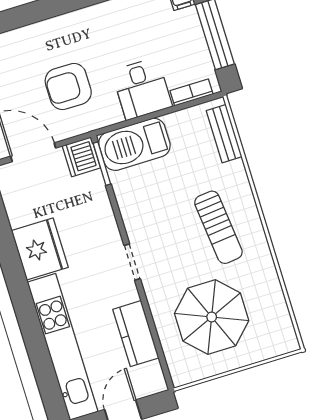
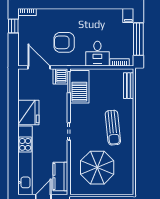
barbecue: (134, 144) -> (79, 87), moved, turned -90
kitchen counter: (136, 334) -> (60, 177), moved

